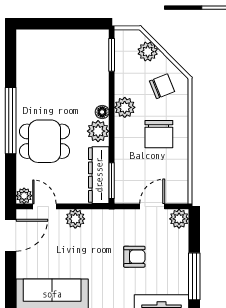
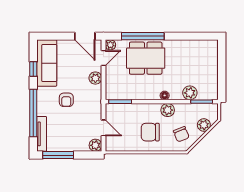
window: (11, 121) -> (143, 36), moved
plant: (98, 131) -> (190, 93), moved
dining table: (45, 141) -> (146, 58), width x1.38
dresser: (99, 175) -> (124, 93), removed
armchair: (134, 257) -> (66, 100), moved

